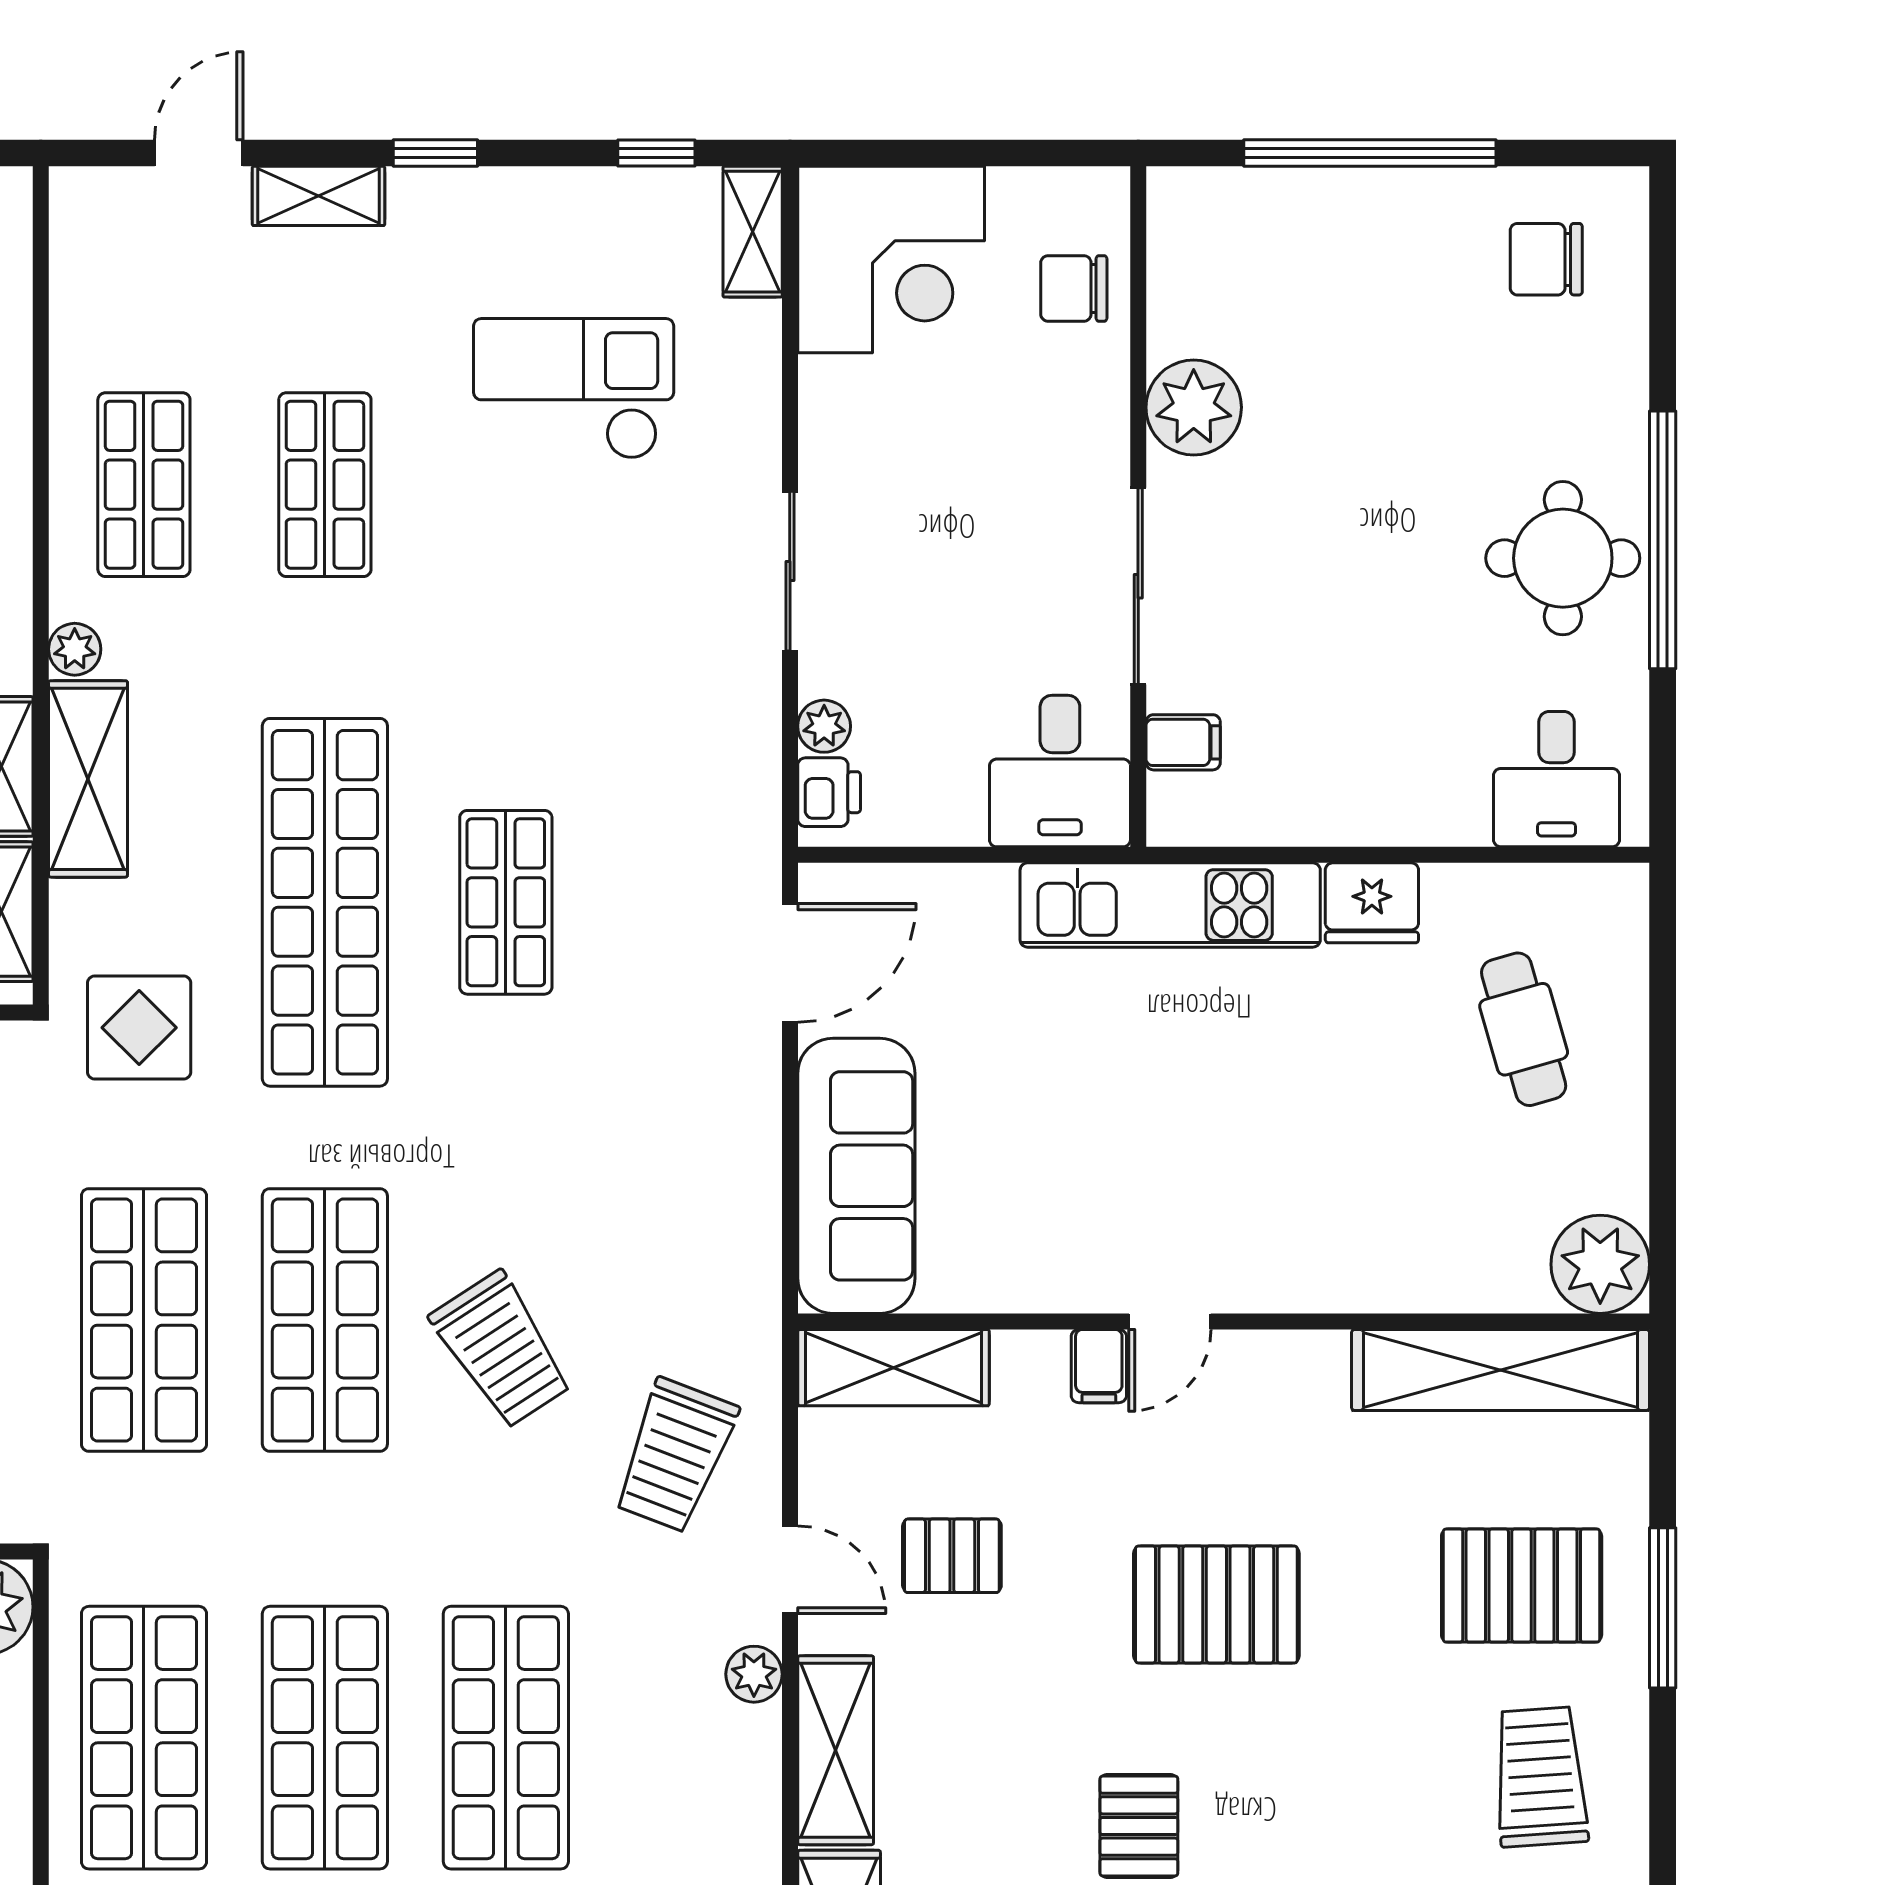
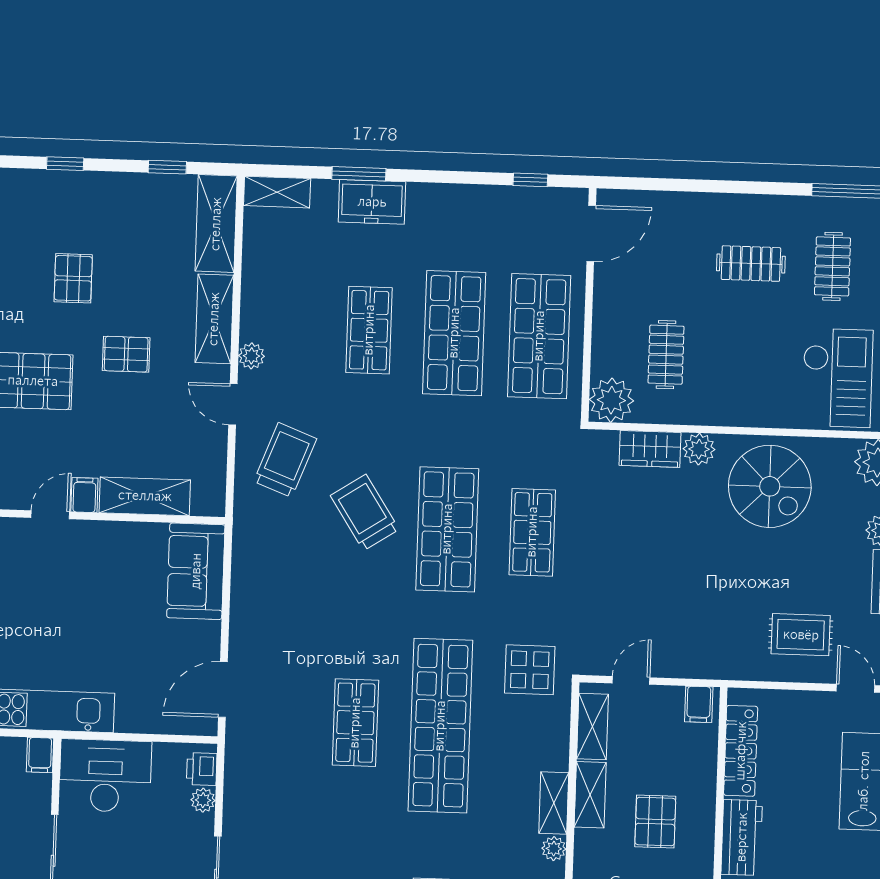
filing cabinet: (1183, 742) -> (40, 755), moved, turned -90
desk: (1060, 771) -> (105, 776), width x1.37
shelving: (88, 779) -> (554, 803), width x0.67, depth x0.75
sofa: (856, 1176) -> (196, 571), width x0.73
shop shelf: (144, 1320) -> (532, 532), width x0.70, depth x0.74
shelving: (894, 1368) -> (145, 496), moved
pallet: (952, 1556) -> (126, 354), moved
shop shelf: (506, 1738) -> (369, 330), width x0.70, depth x0.74

